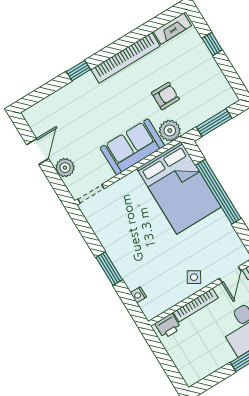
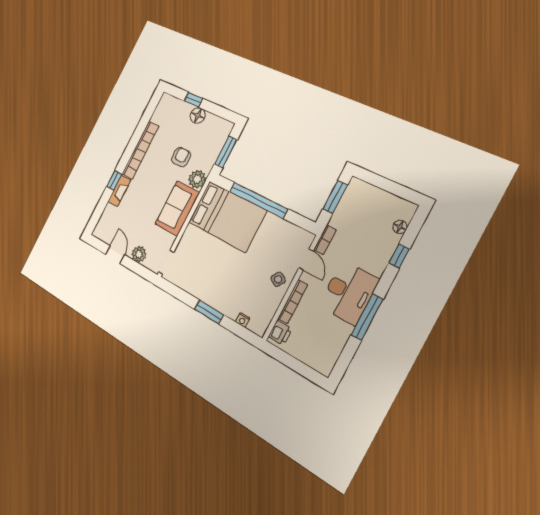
fireplace: (172, 29) -> (119, 191), moved
floor lamp: (207, 64) -> (198, 115), added

